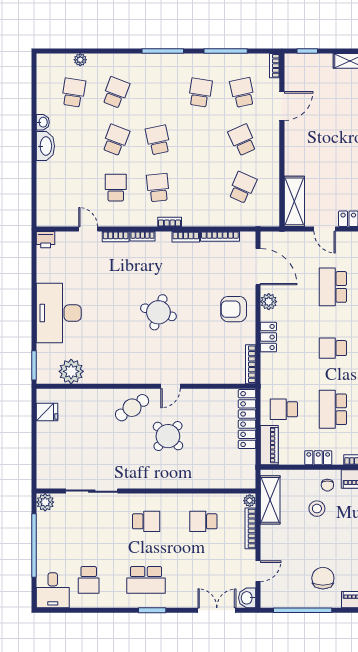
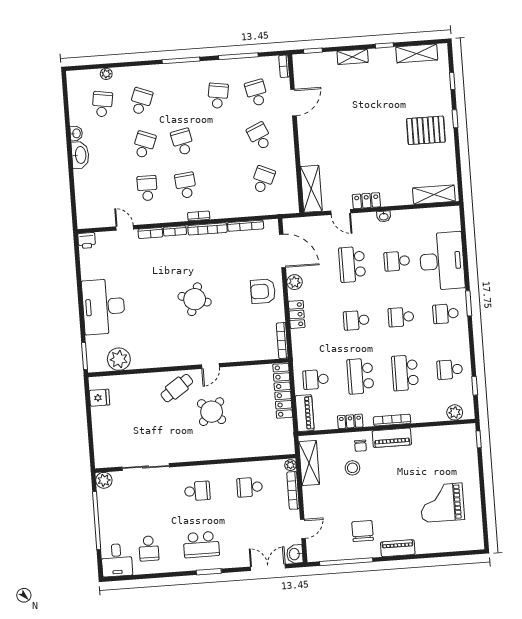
bookcase: (186, 237) -> (207, 229), width x1.56

